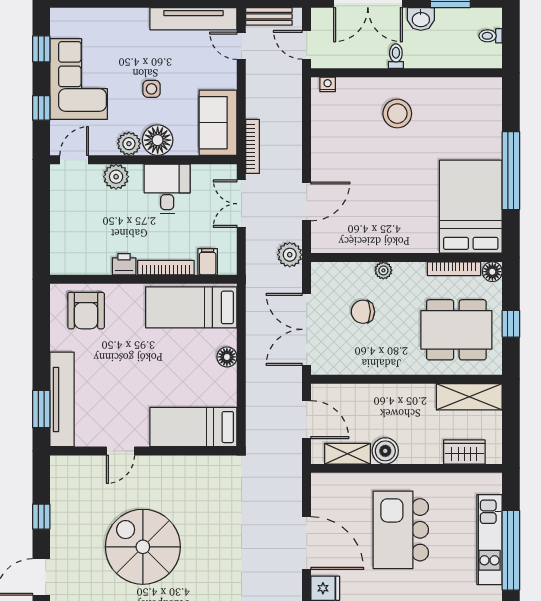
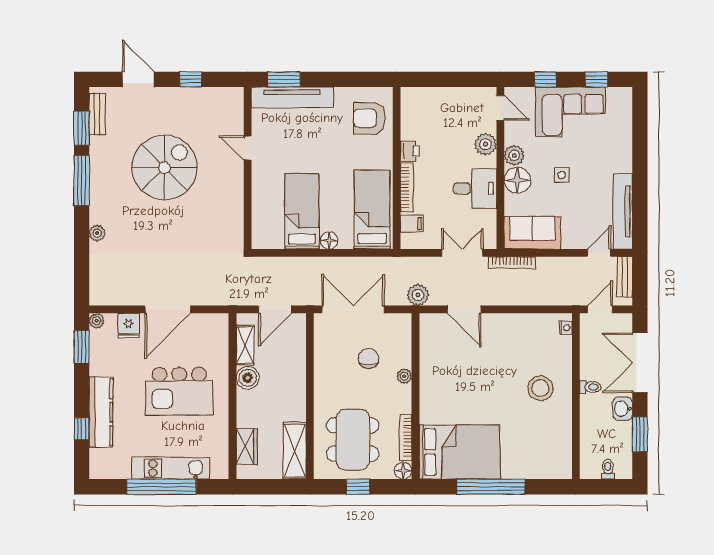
bed: (193, 427) -> (302, 211), moved
kitchen island: (401, 530) -> (179, 391), turned 180

